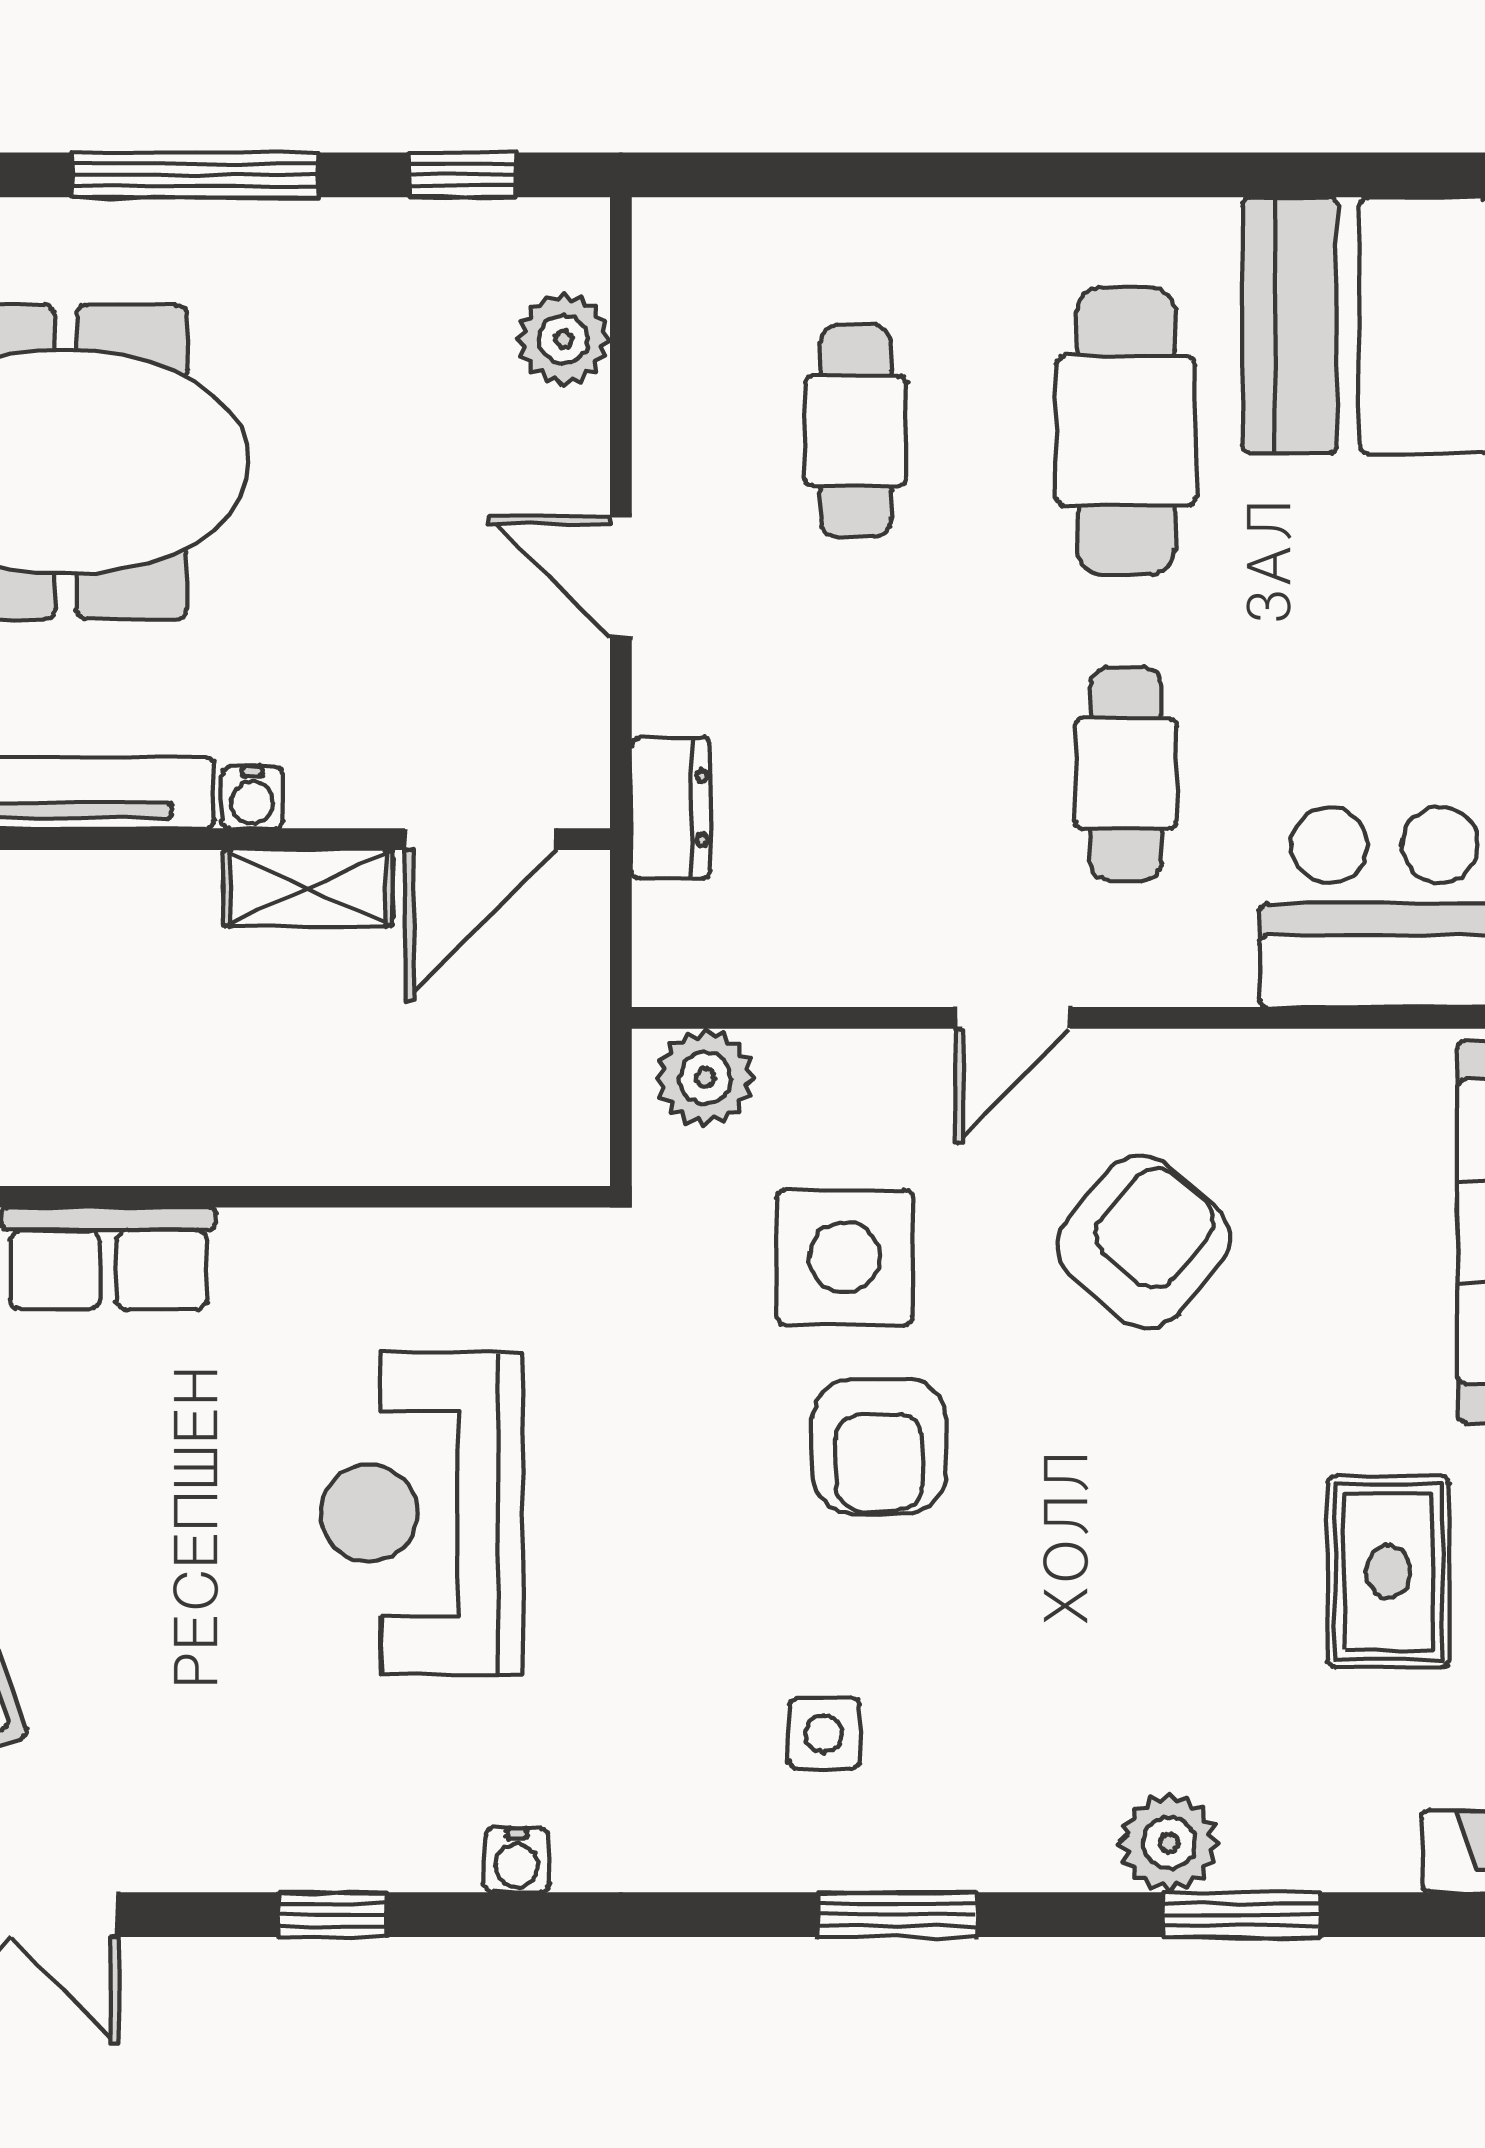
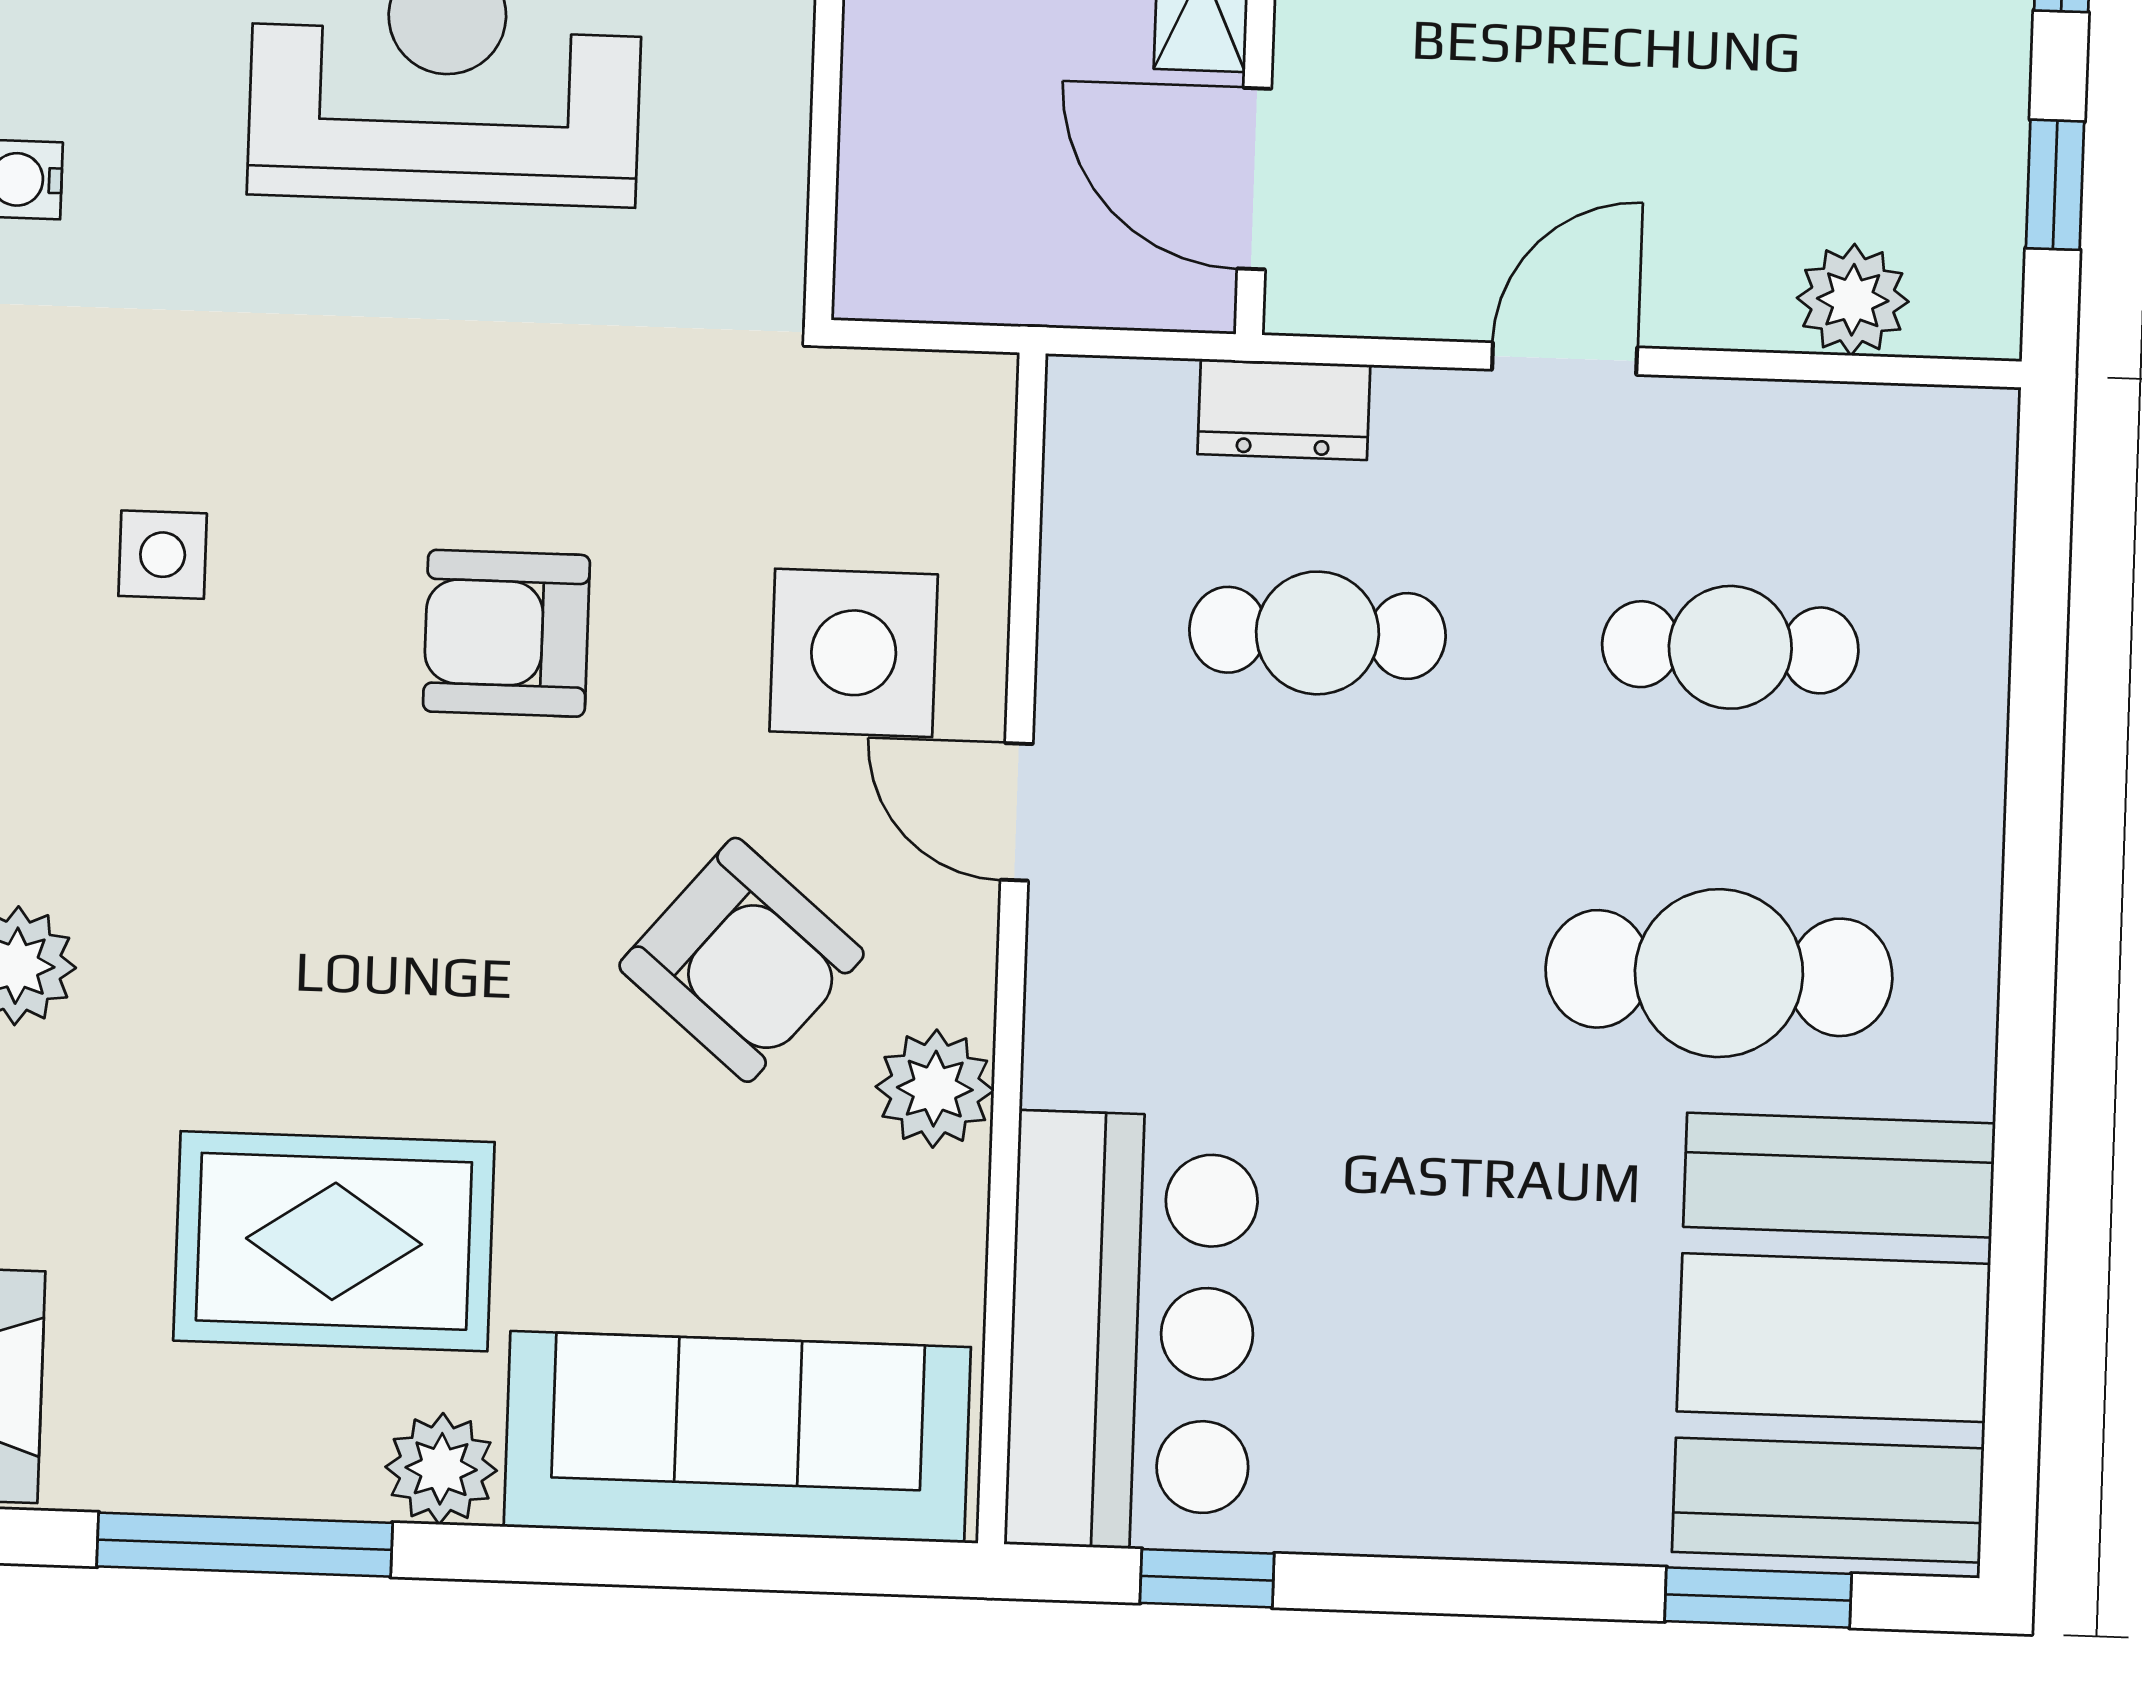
cafe table: (1126, 774) -> (1317, 633), moved
plant: (705, 1078) -> (935, 1089), moved
side table: (845, 1257) -> (854, 653), moved
rug: (1388, 1572) -> (334, 1241), width x1.36, depth x1.43

